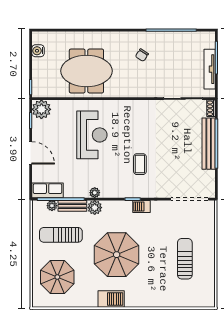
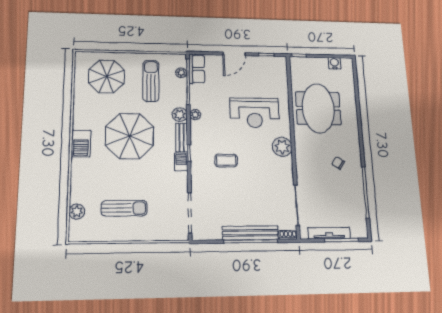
plant: (41, 109) -> (282, 147), moved
bench: (72, 206) -> (182, 138), moved
barbecue: (111, 299) -> (81, 144), moved
plant: (188, 301) -> (77, 212), added

